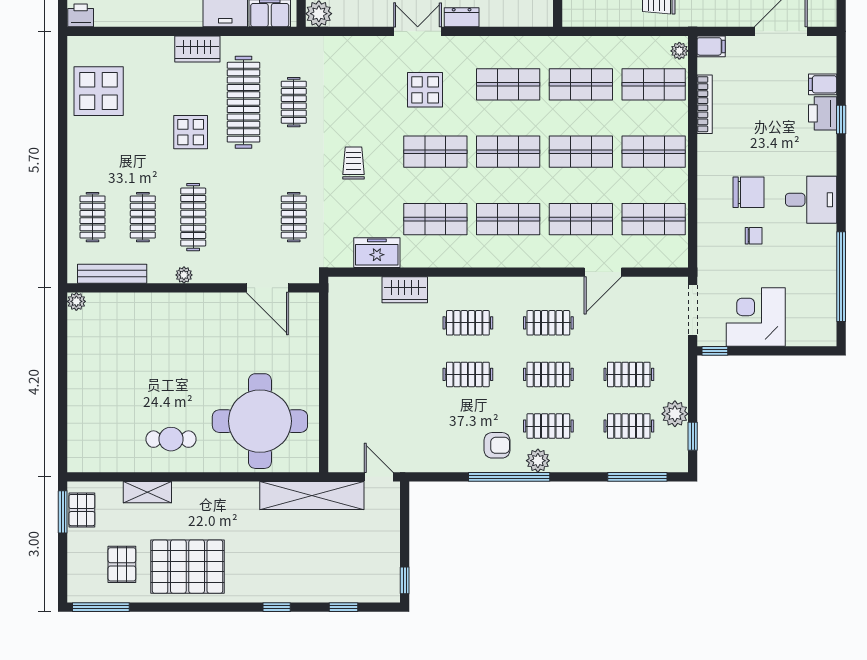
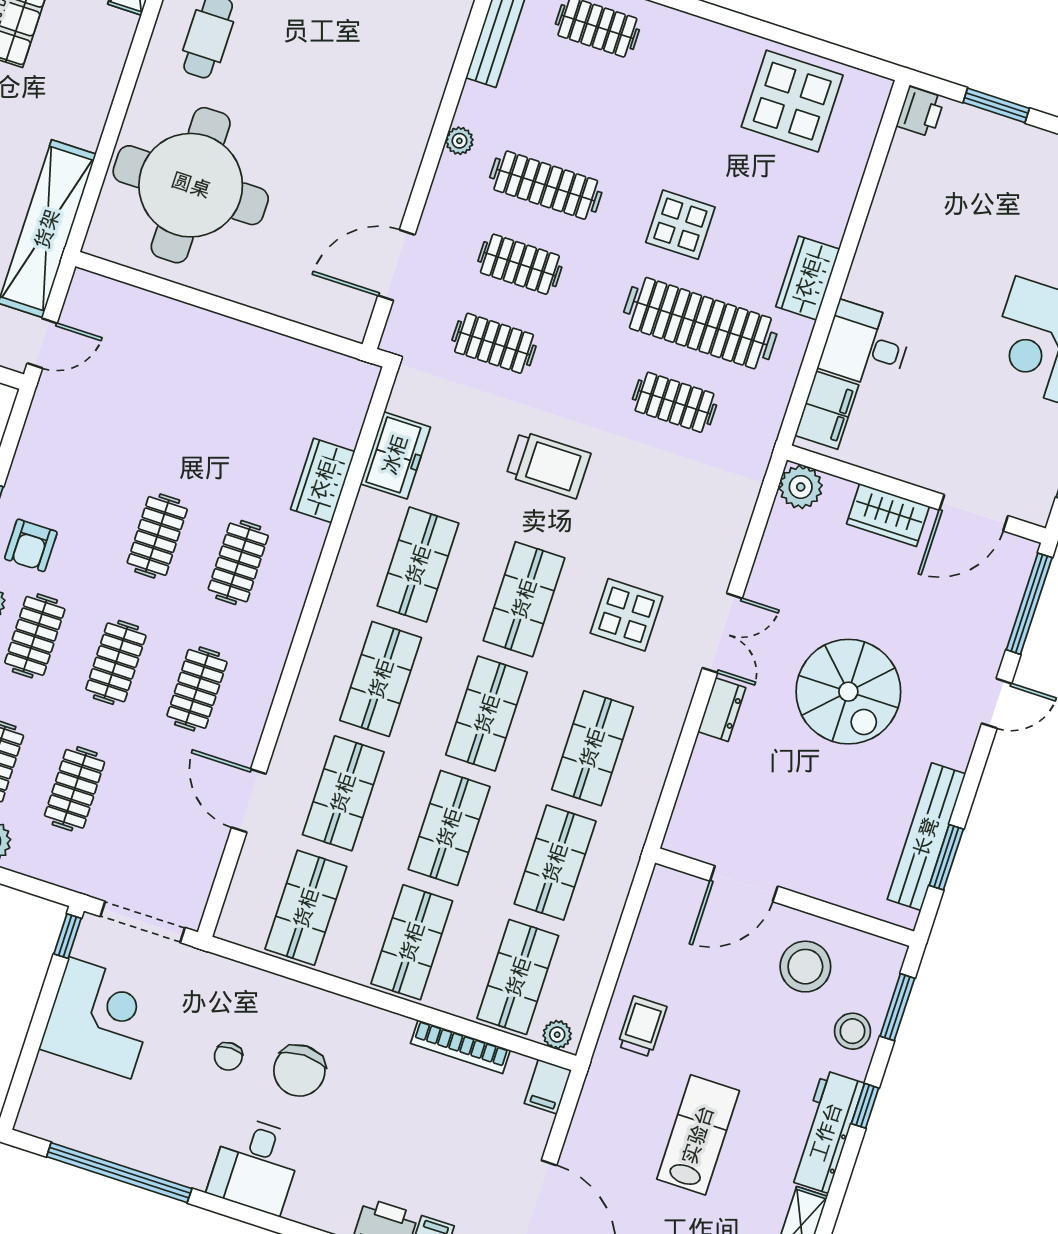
trolley: (353, 163) -> (548, 465), width x1.36, depth x1.39
clothes rail: (143, 217) -> (520, 264), moved

